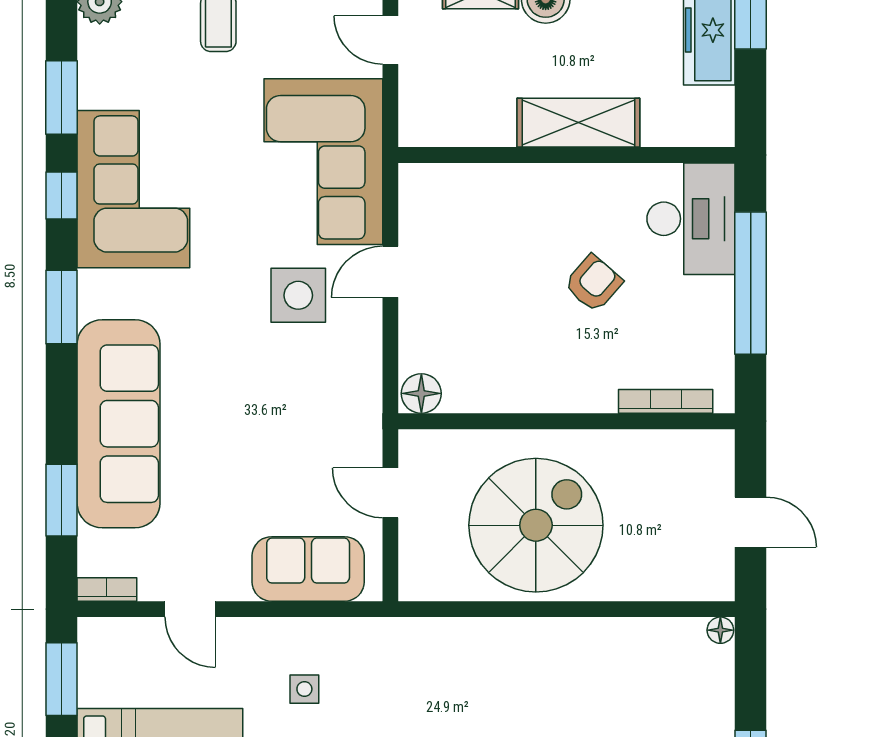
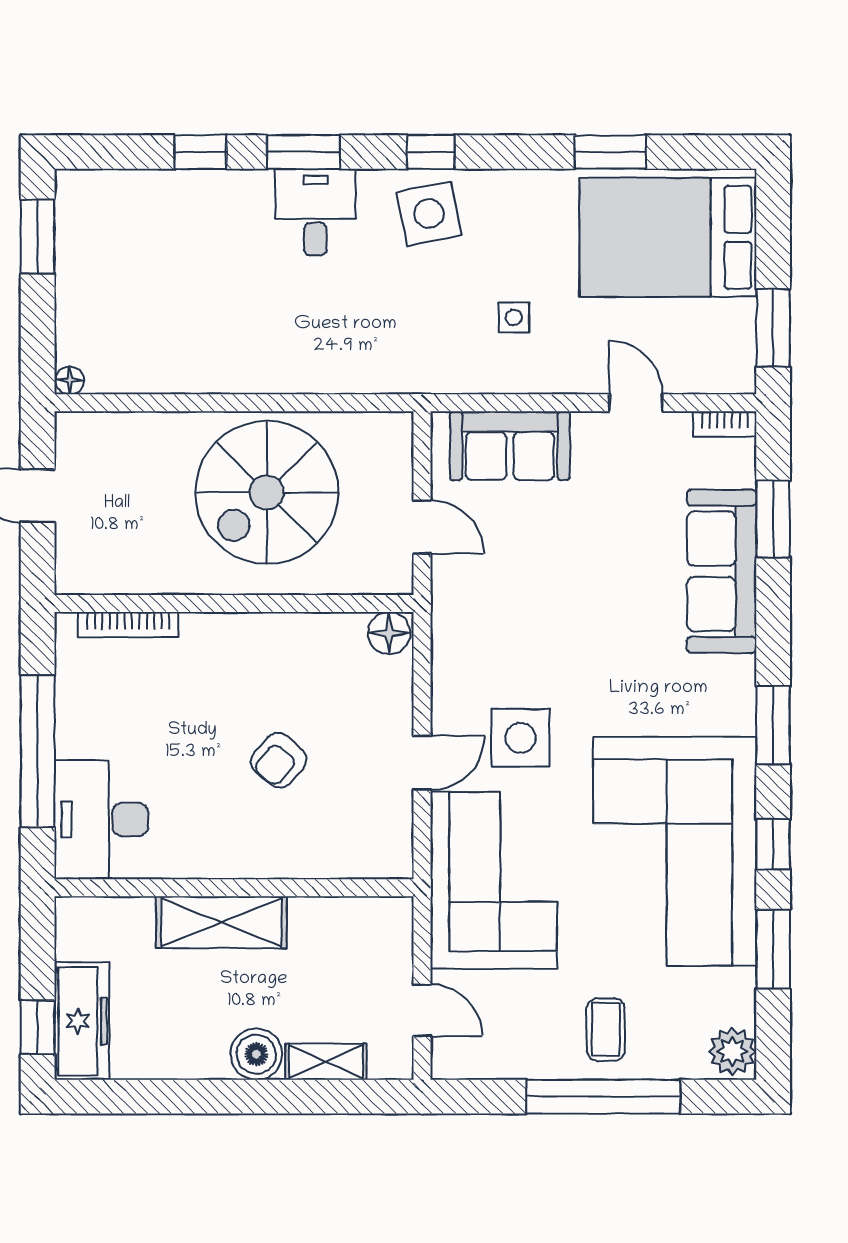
corner sofa: (133, 189) -> (675, 851), width x1.36, depth x1.36
armchair: (593, 283) -> (279, 760), moved
sofa: (119, 424) -> (722, 571), width x0.74, depth x0.79

